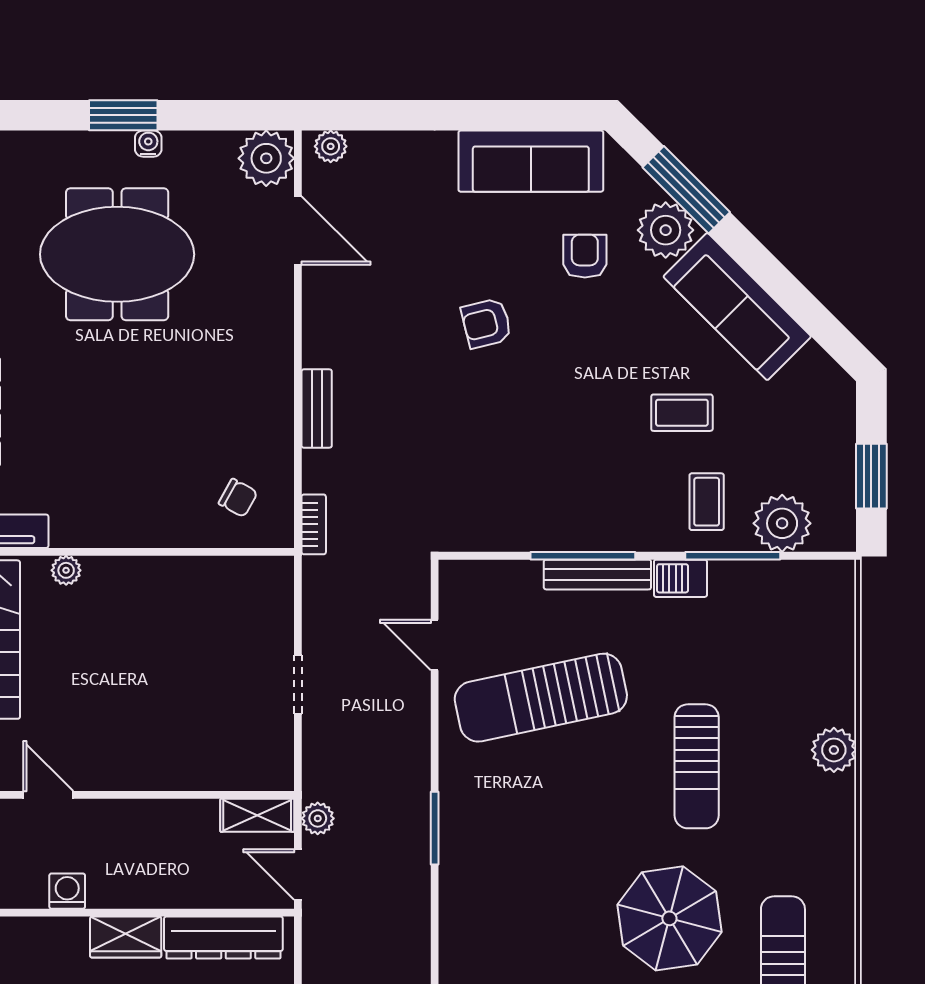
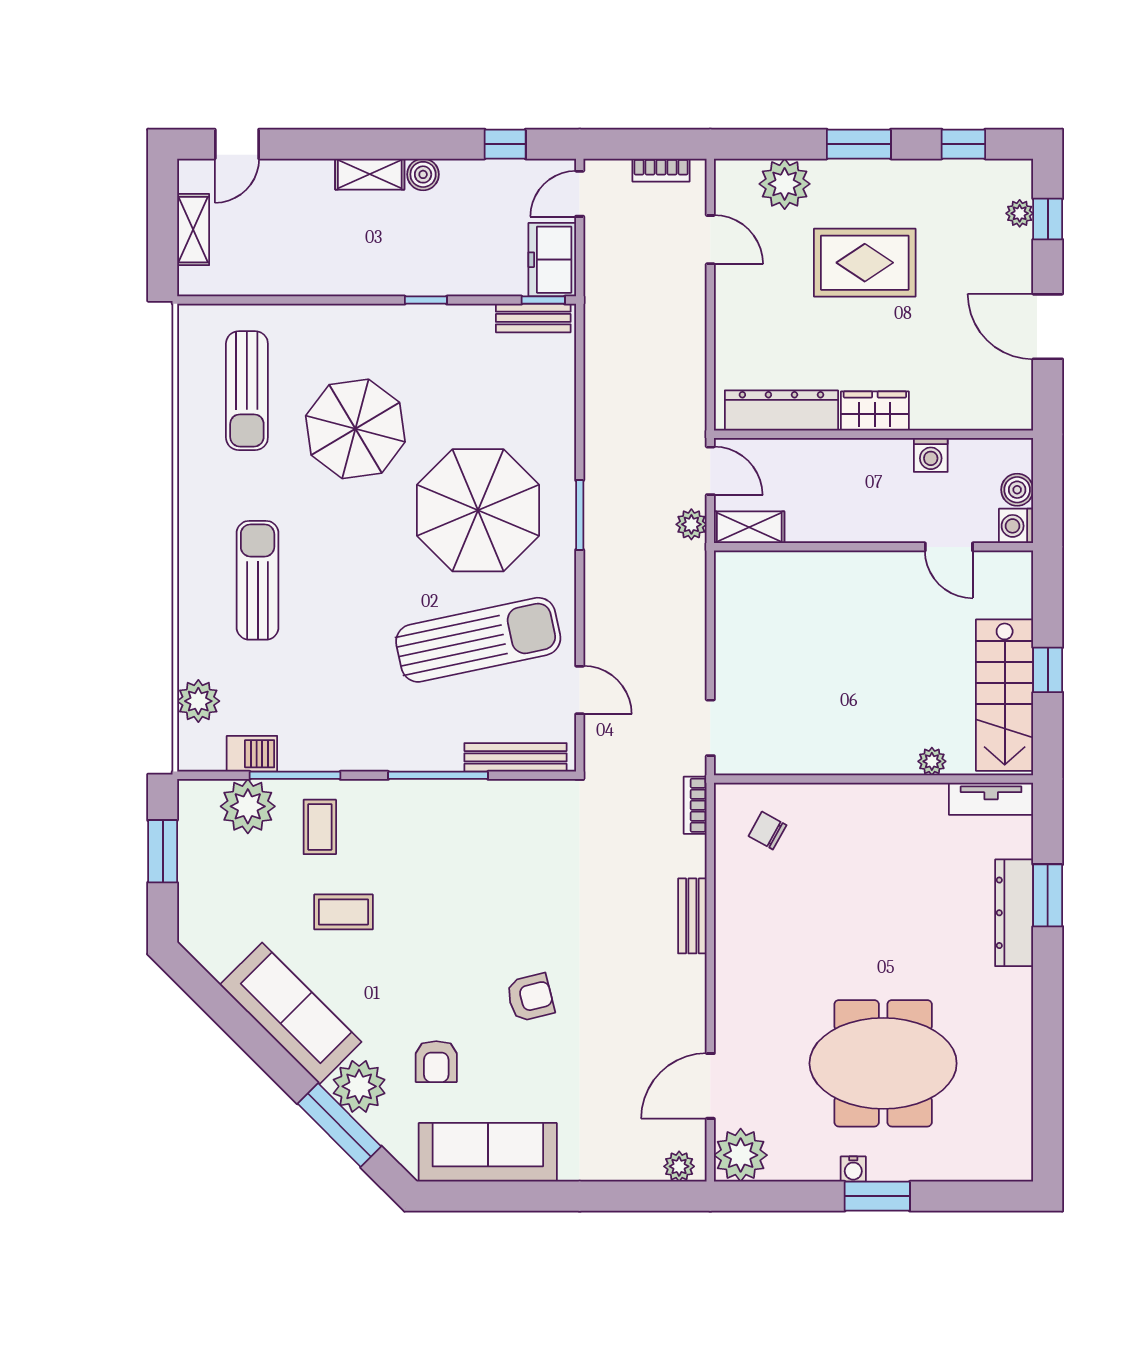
door: (298, 231) -> (710, 1086), hinge flipped
bench: (597, 575) -> (516, 757), moved
barbecue: (680, 578) -> (252, 754), moved
doorway: (298, 684) -> (710, 728), moved
plant: (834, 750) -> (198, 701), moved
sun lounger: (697, 766) -> (258, 580), moved
parasol: (541, 833) -> (478, 510), added

